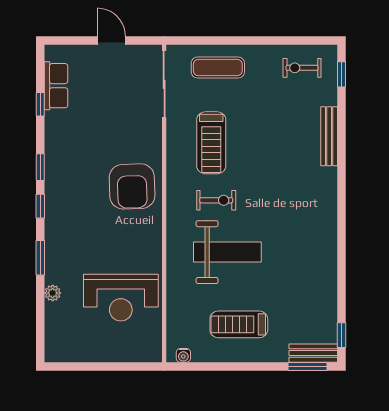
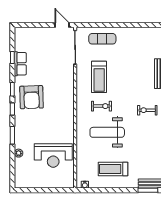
door: (111, 40) -> (62, 25), moved
exercise bike: (302, 68) -> (147, 110), moved
row of seats: (56, 86) -> (20, 64), moved
armchair: (132, 186) -> (31, 97), moved
weight bench: (227, 252) -> (107, 132), turned 180

